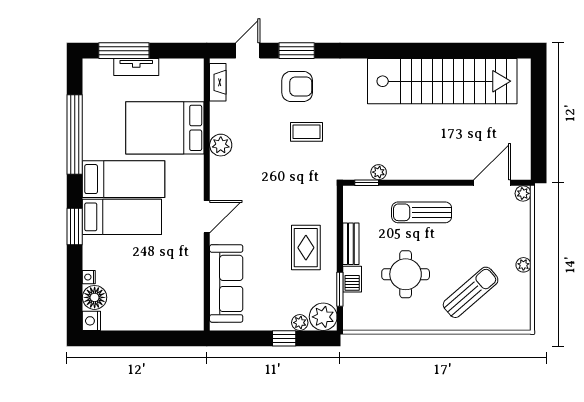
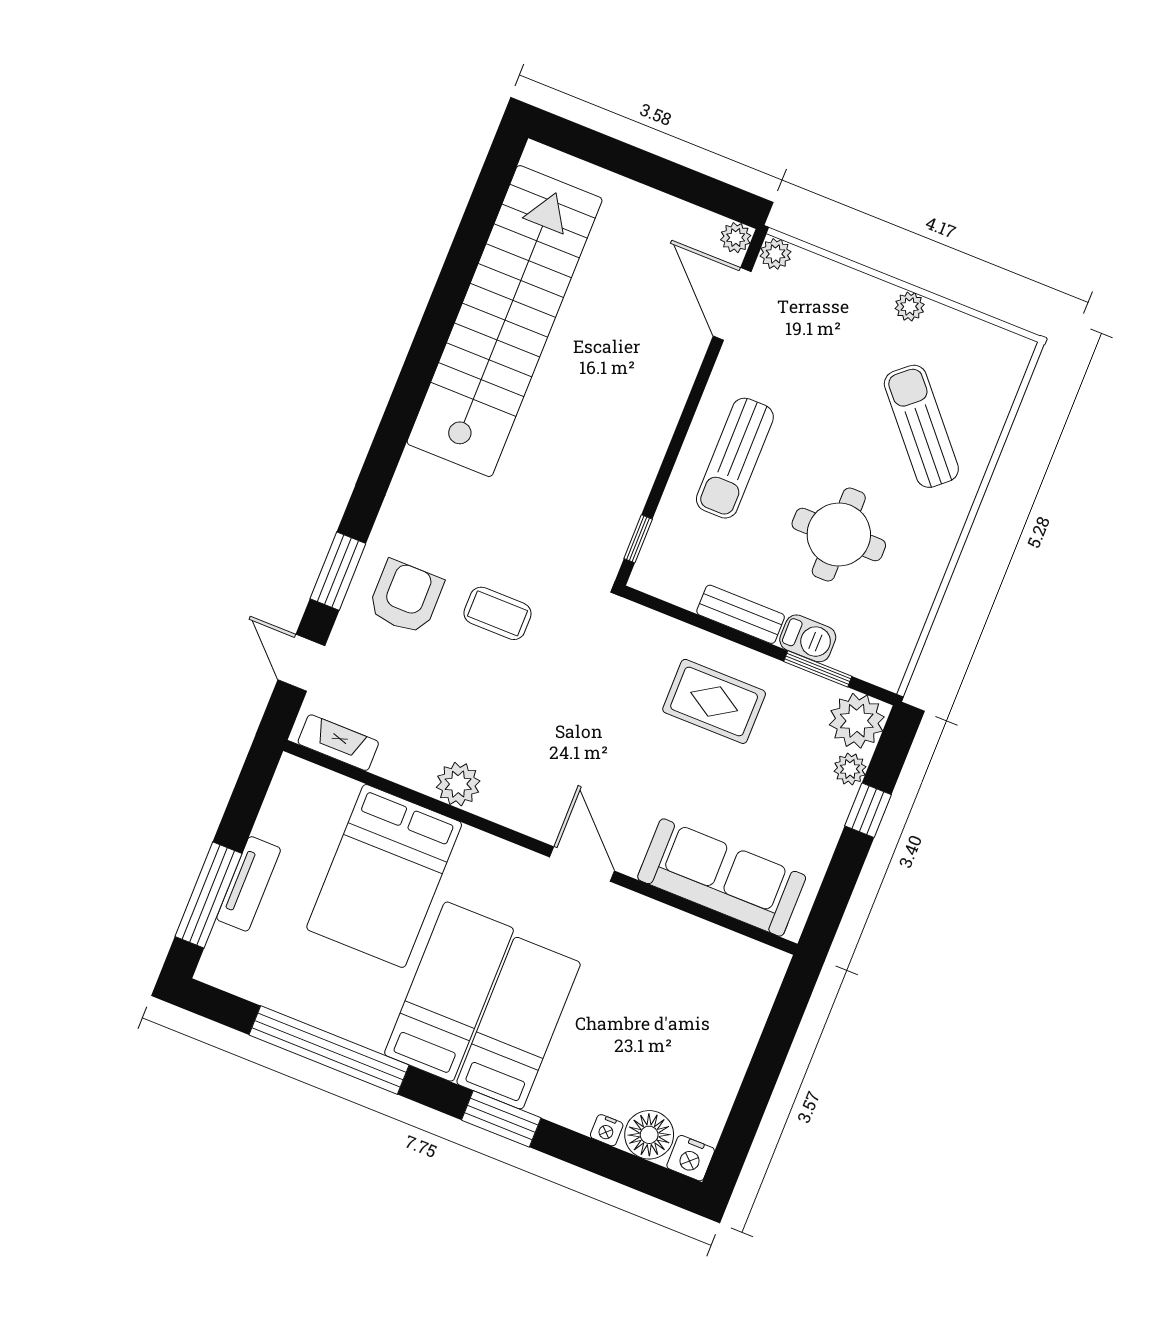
coffee table: (306, 132) -> (498, 613), turned 90
plant: (379, 172) -> (736, 238), moved

